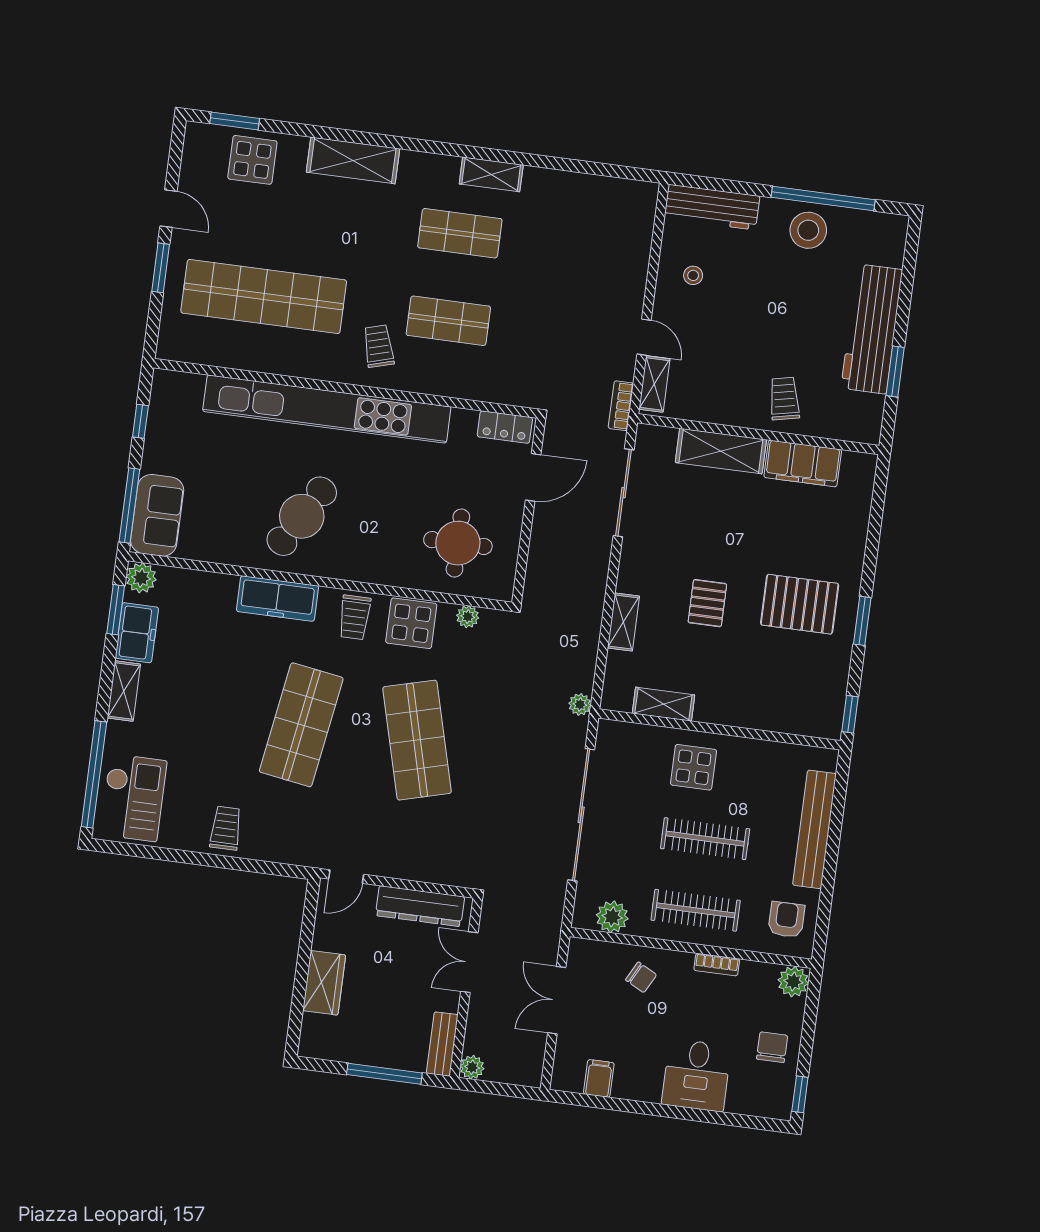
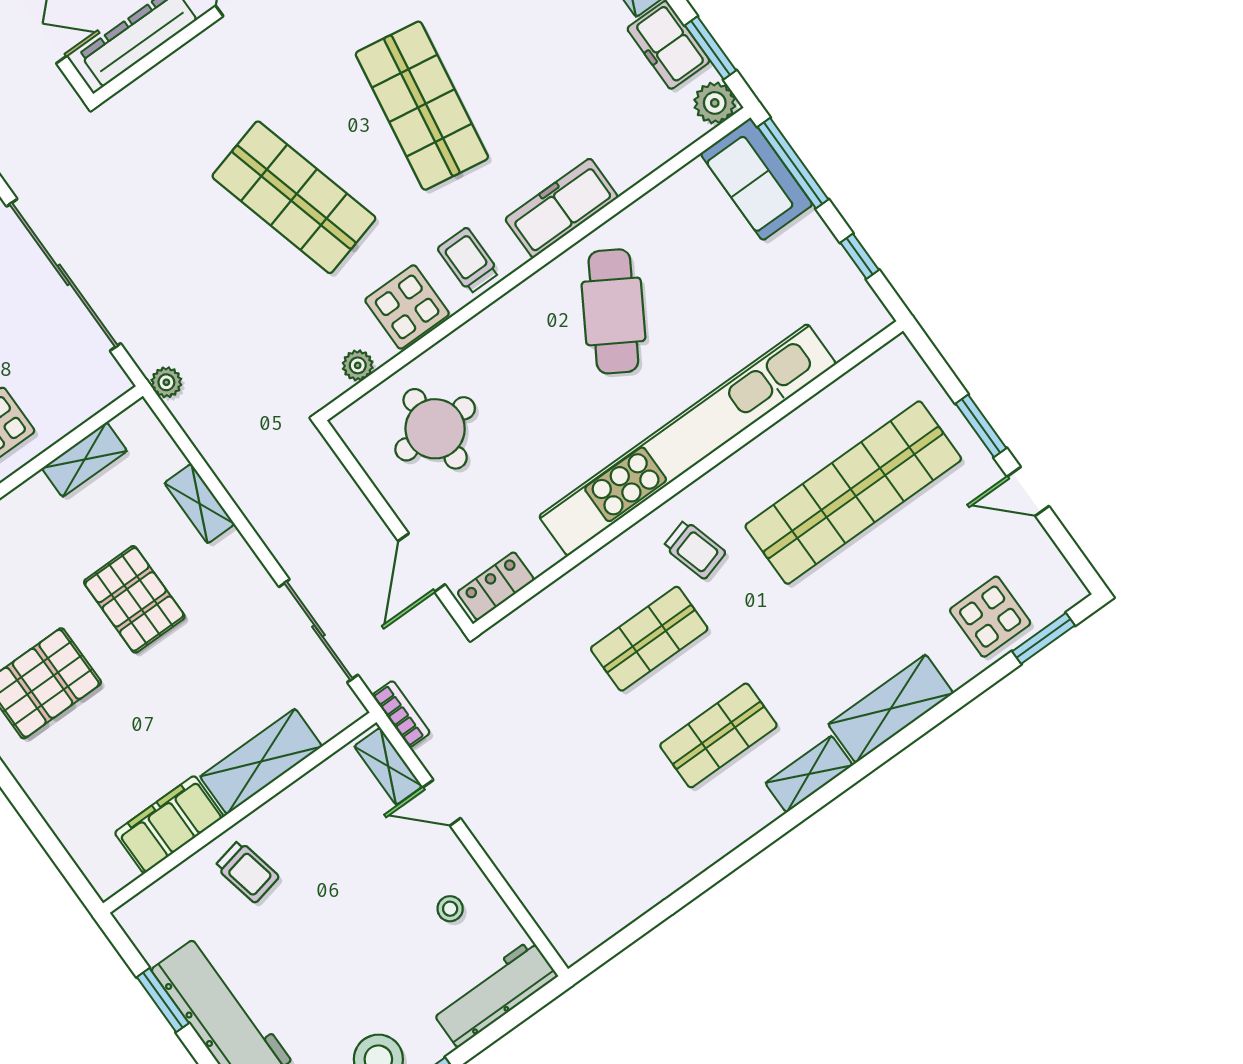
shelving: (491, 174) -> (809, 774), moved
pallet: (707, 603) -> (134, 599), width x1.50, depth x1.42

